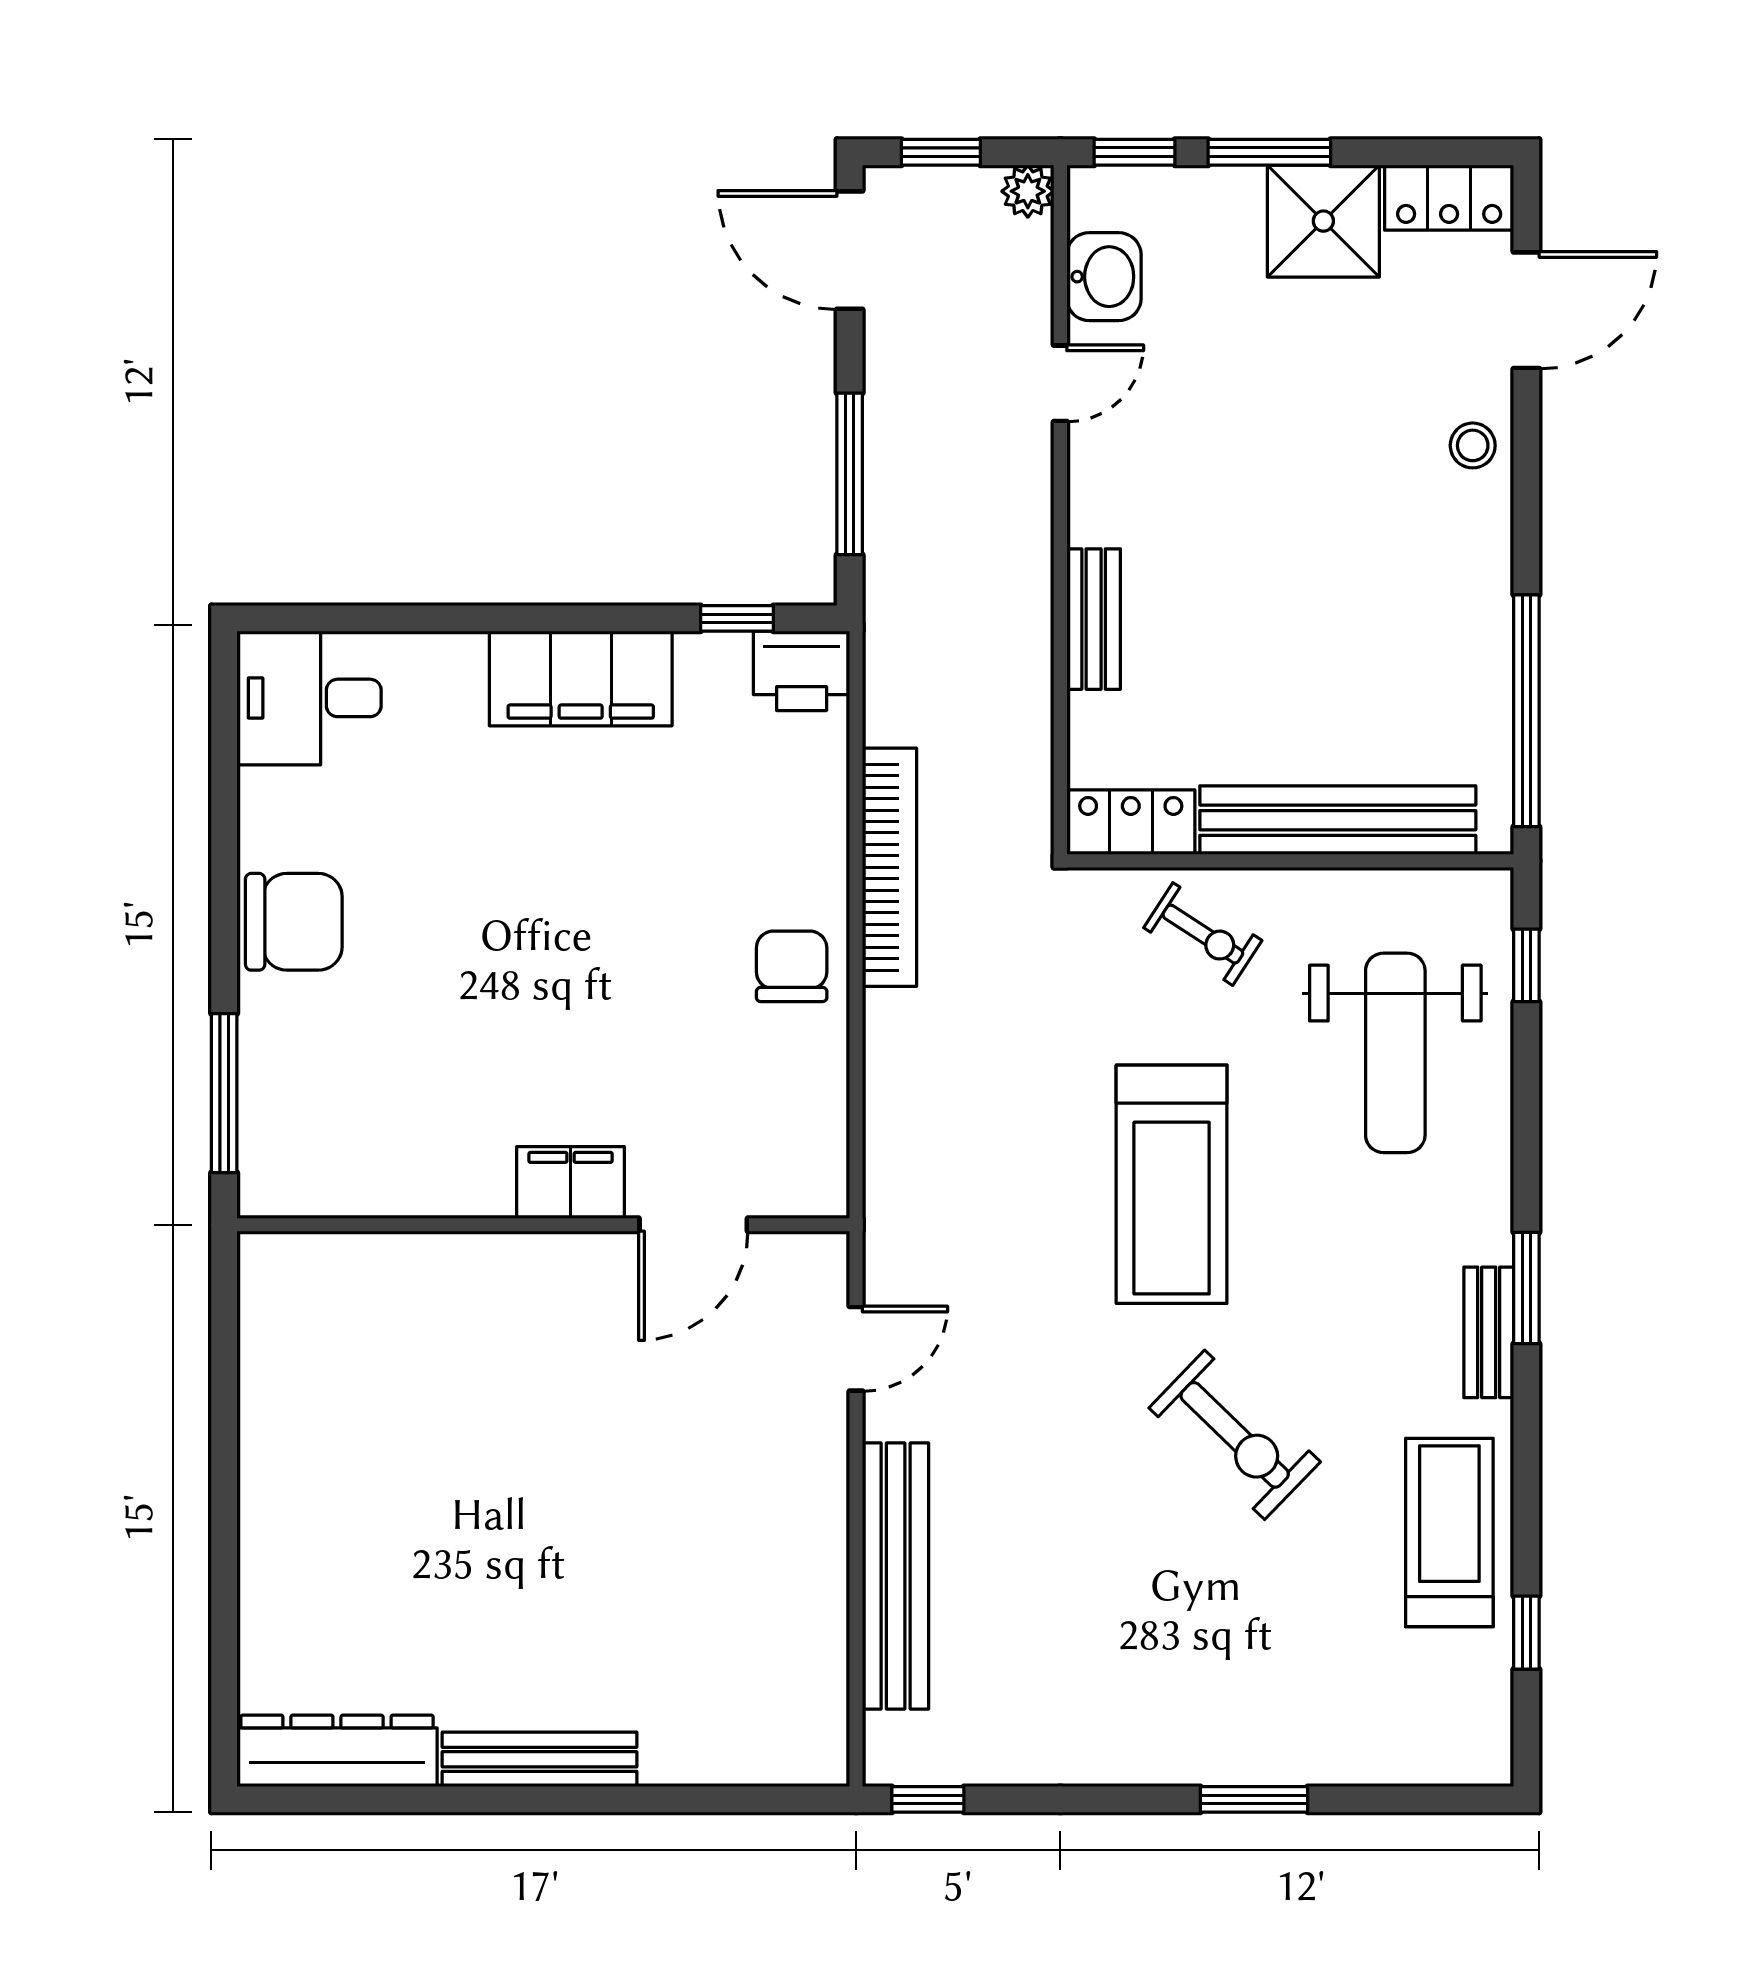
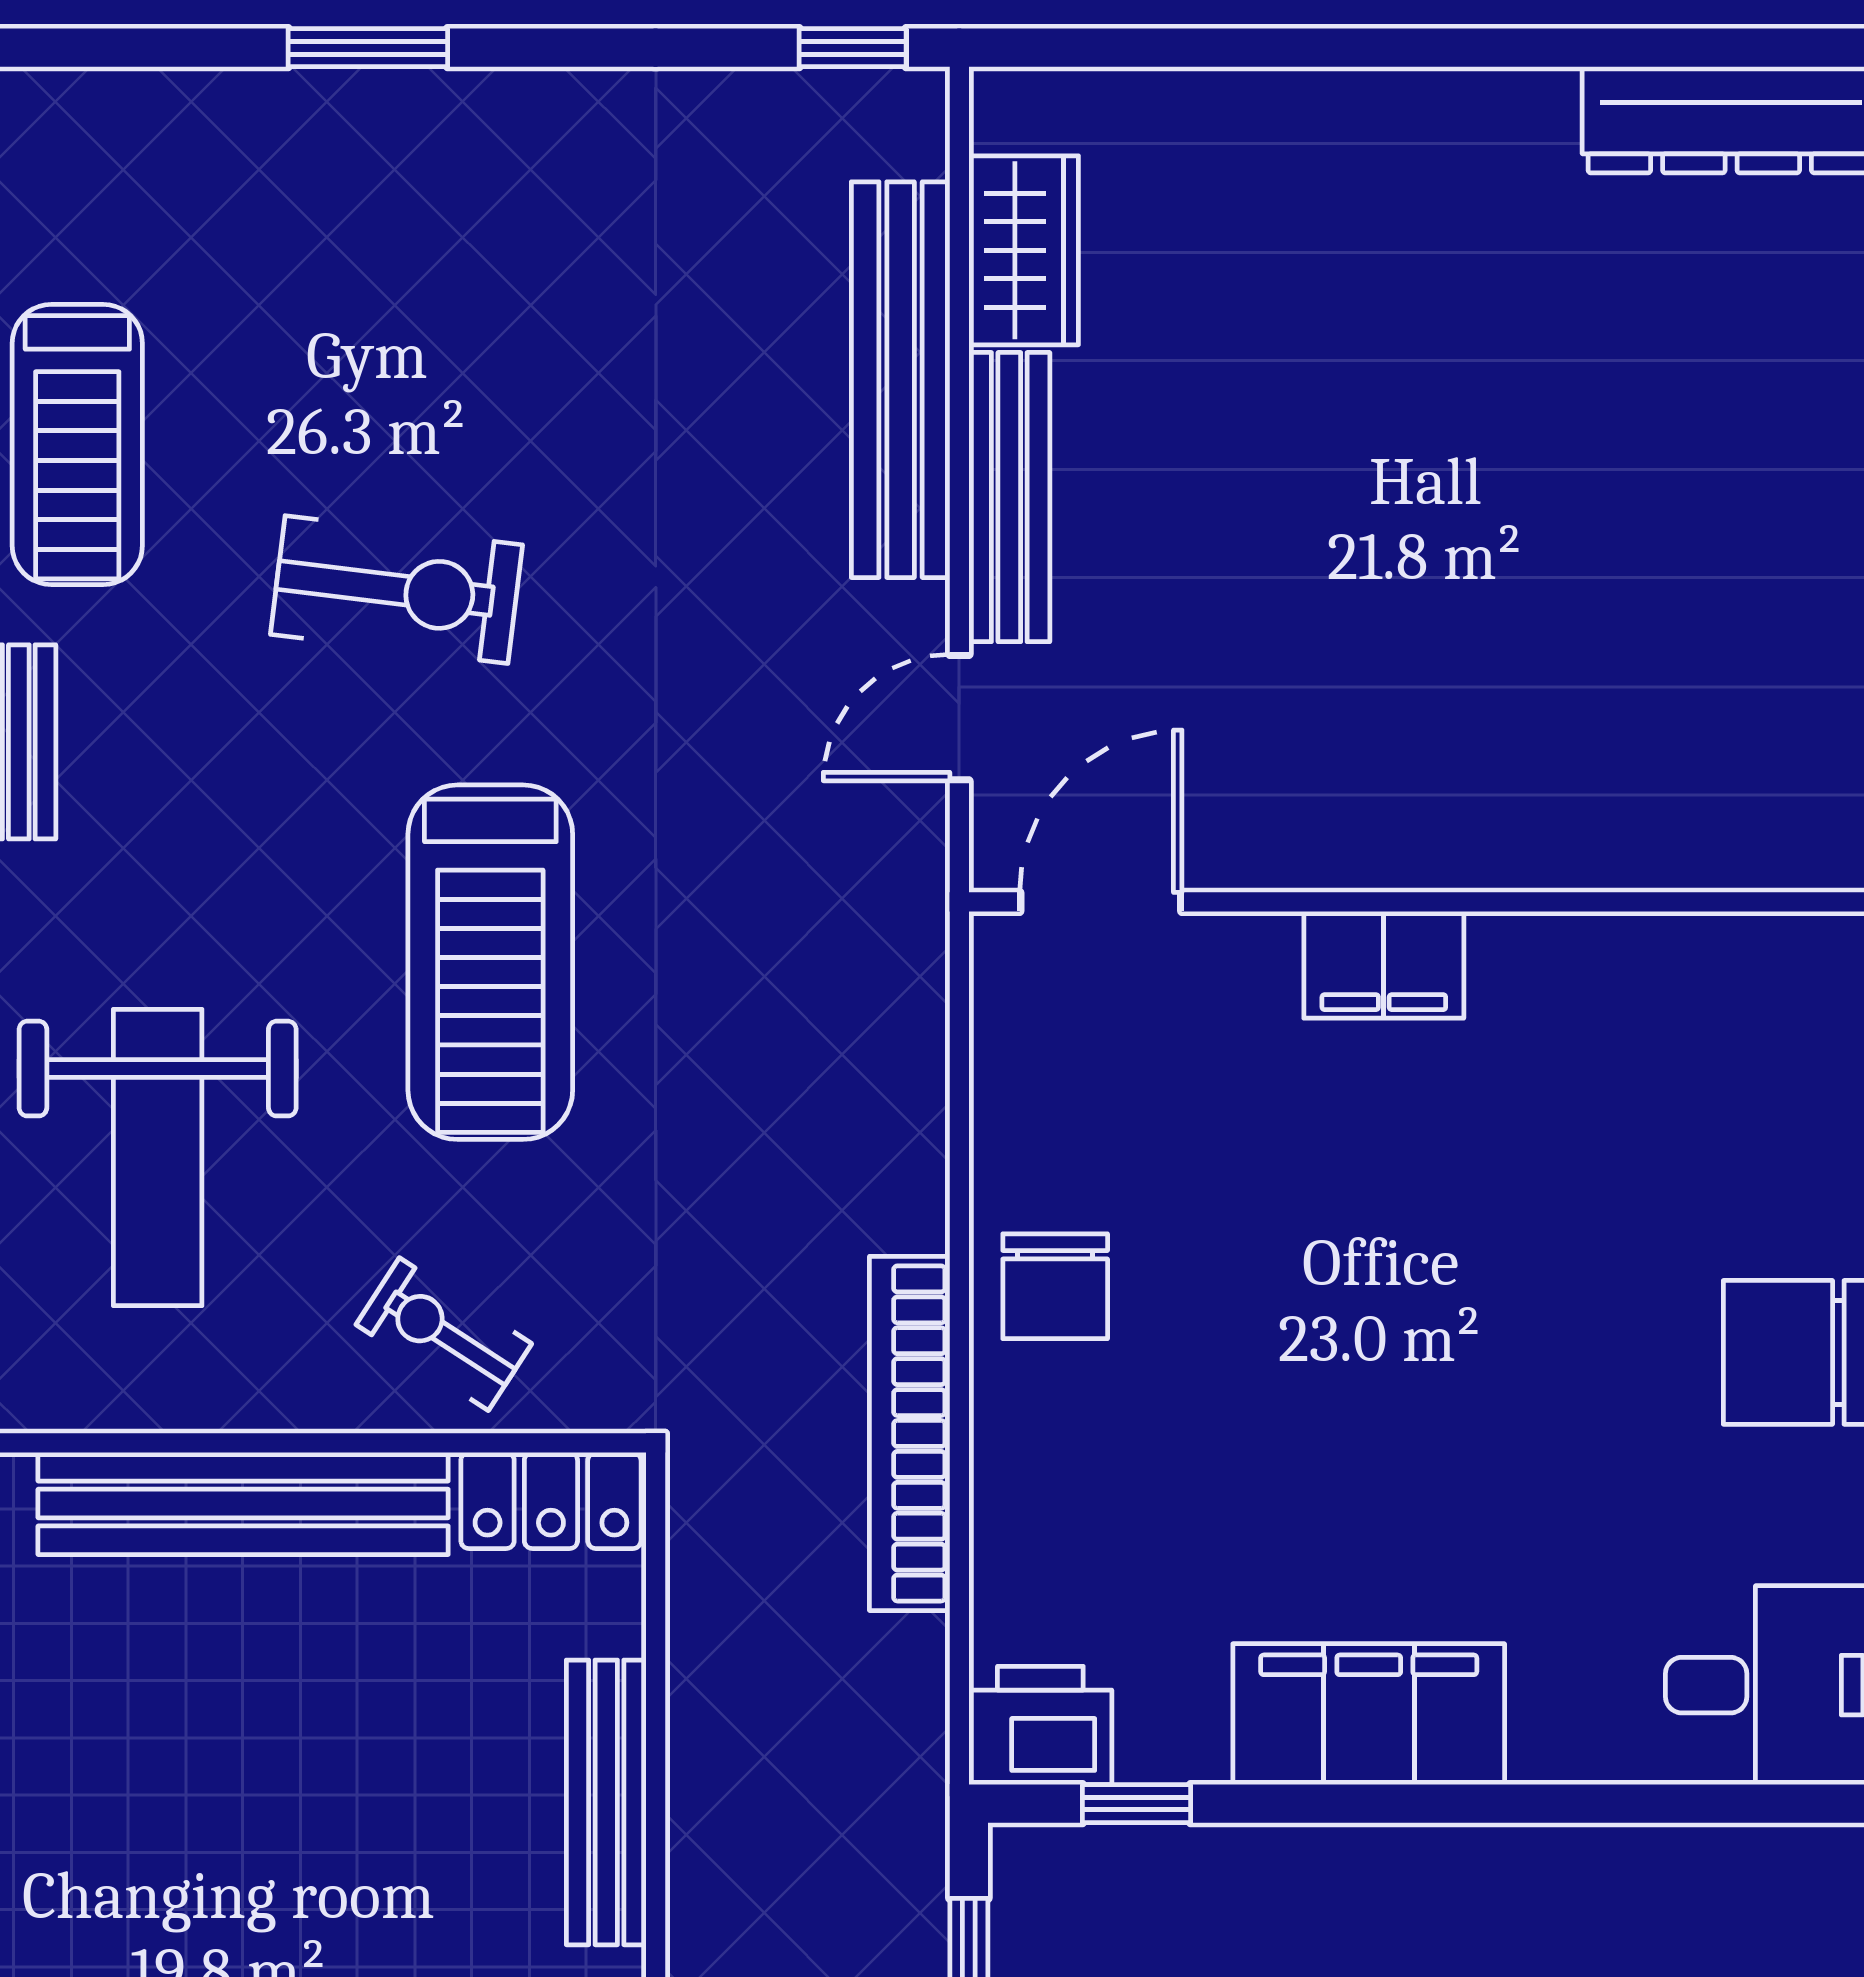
bench: (1094, 619) -> (606, 1802), width x1.36
weight bench: (1395, 1053) -> (158, 1157), turned 180
treadmill: (1172, 1184) -> (490, 962), turned 180
door: (693, 1225) -> (1101, 902), moved
exercise bike: (1235, 1435) -> (397, 590), turned 143
wardrobe: (813, 1663) -> (1024, 250), added
bench: (540, 1759) -> (1009, 497), moved, turned 90

